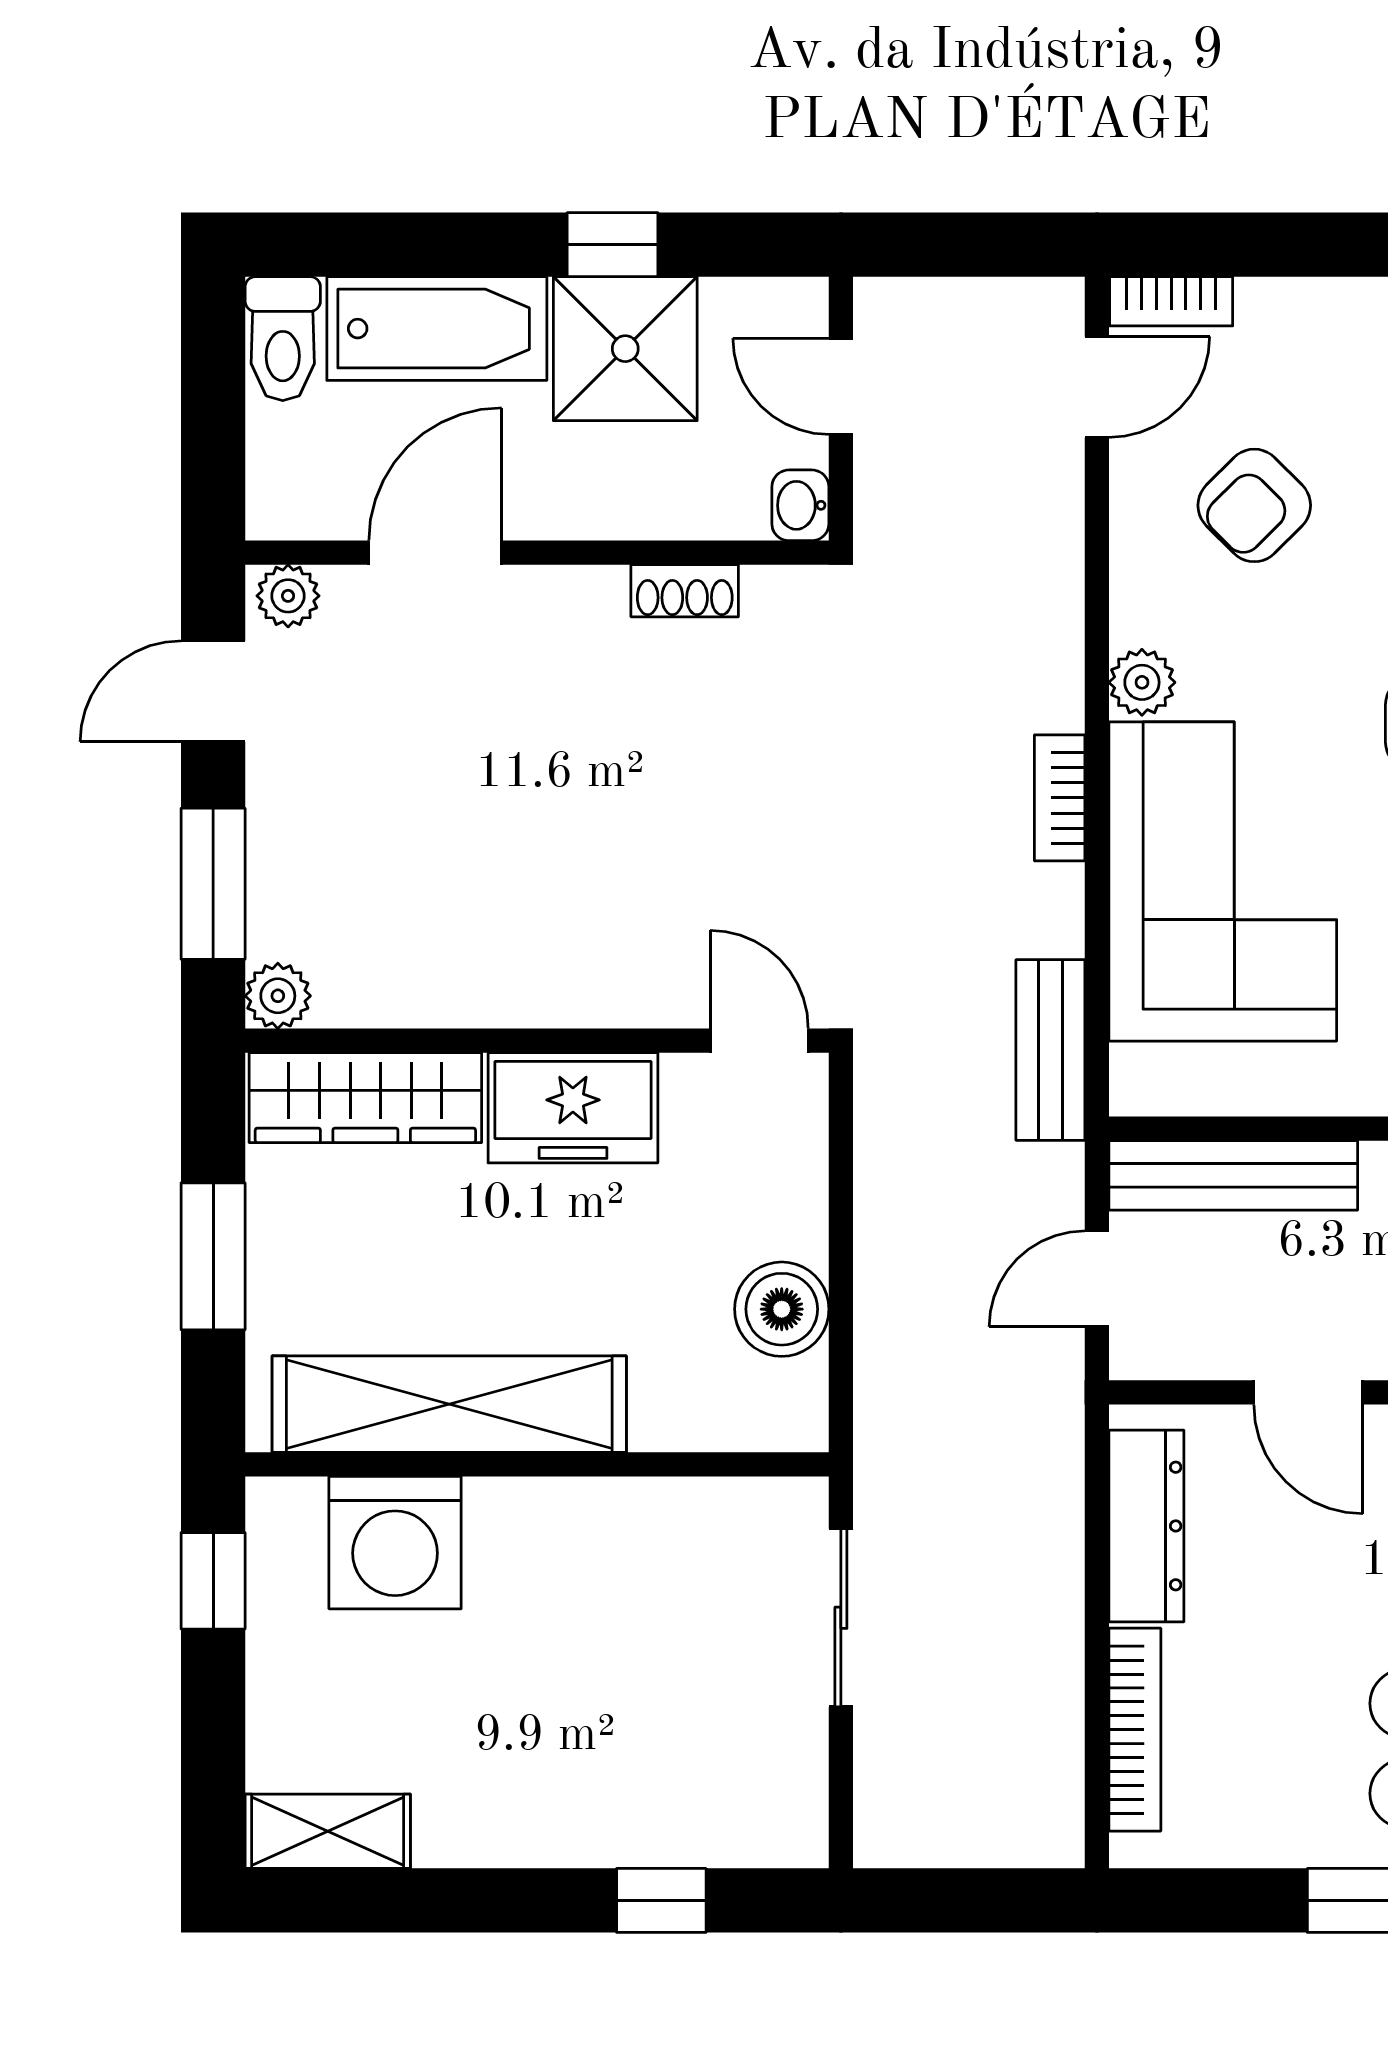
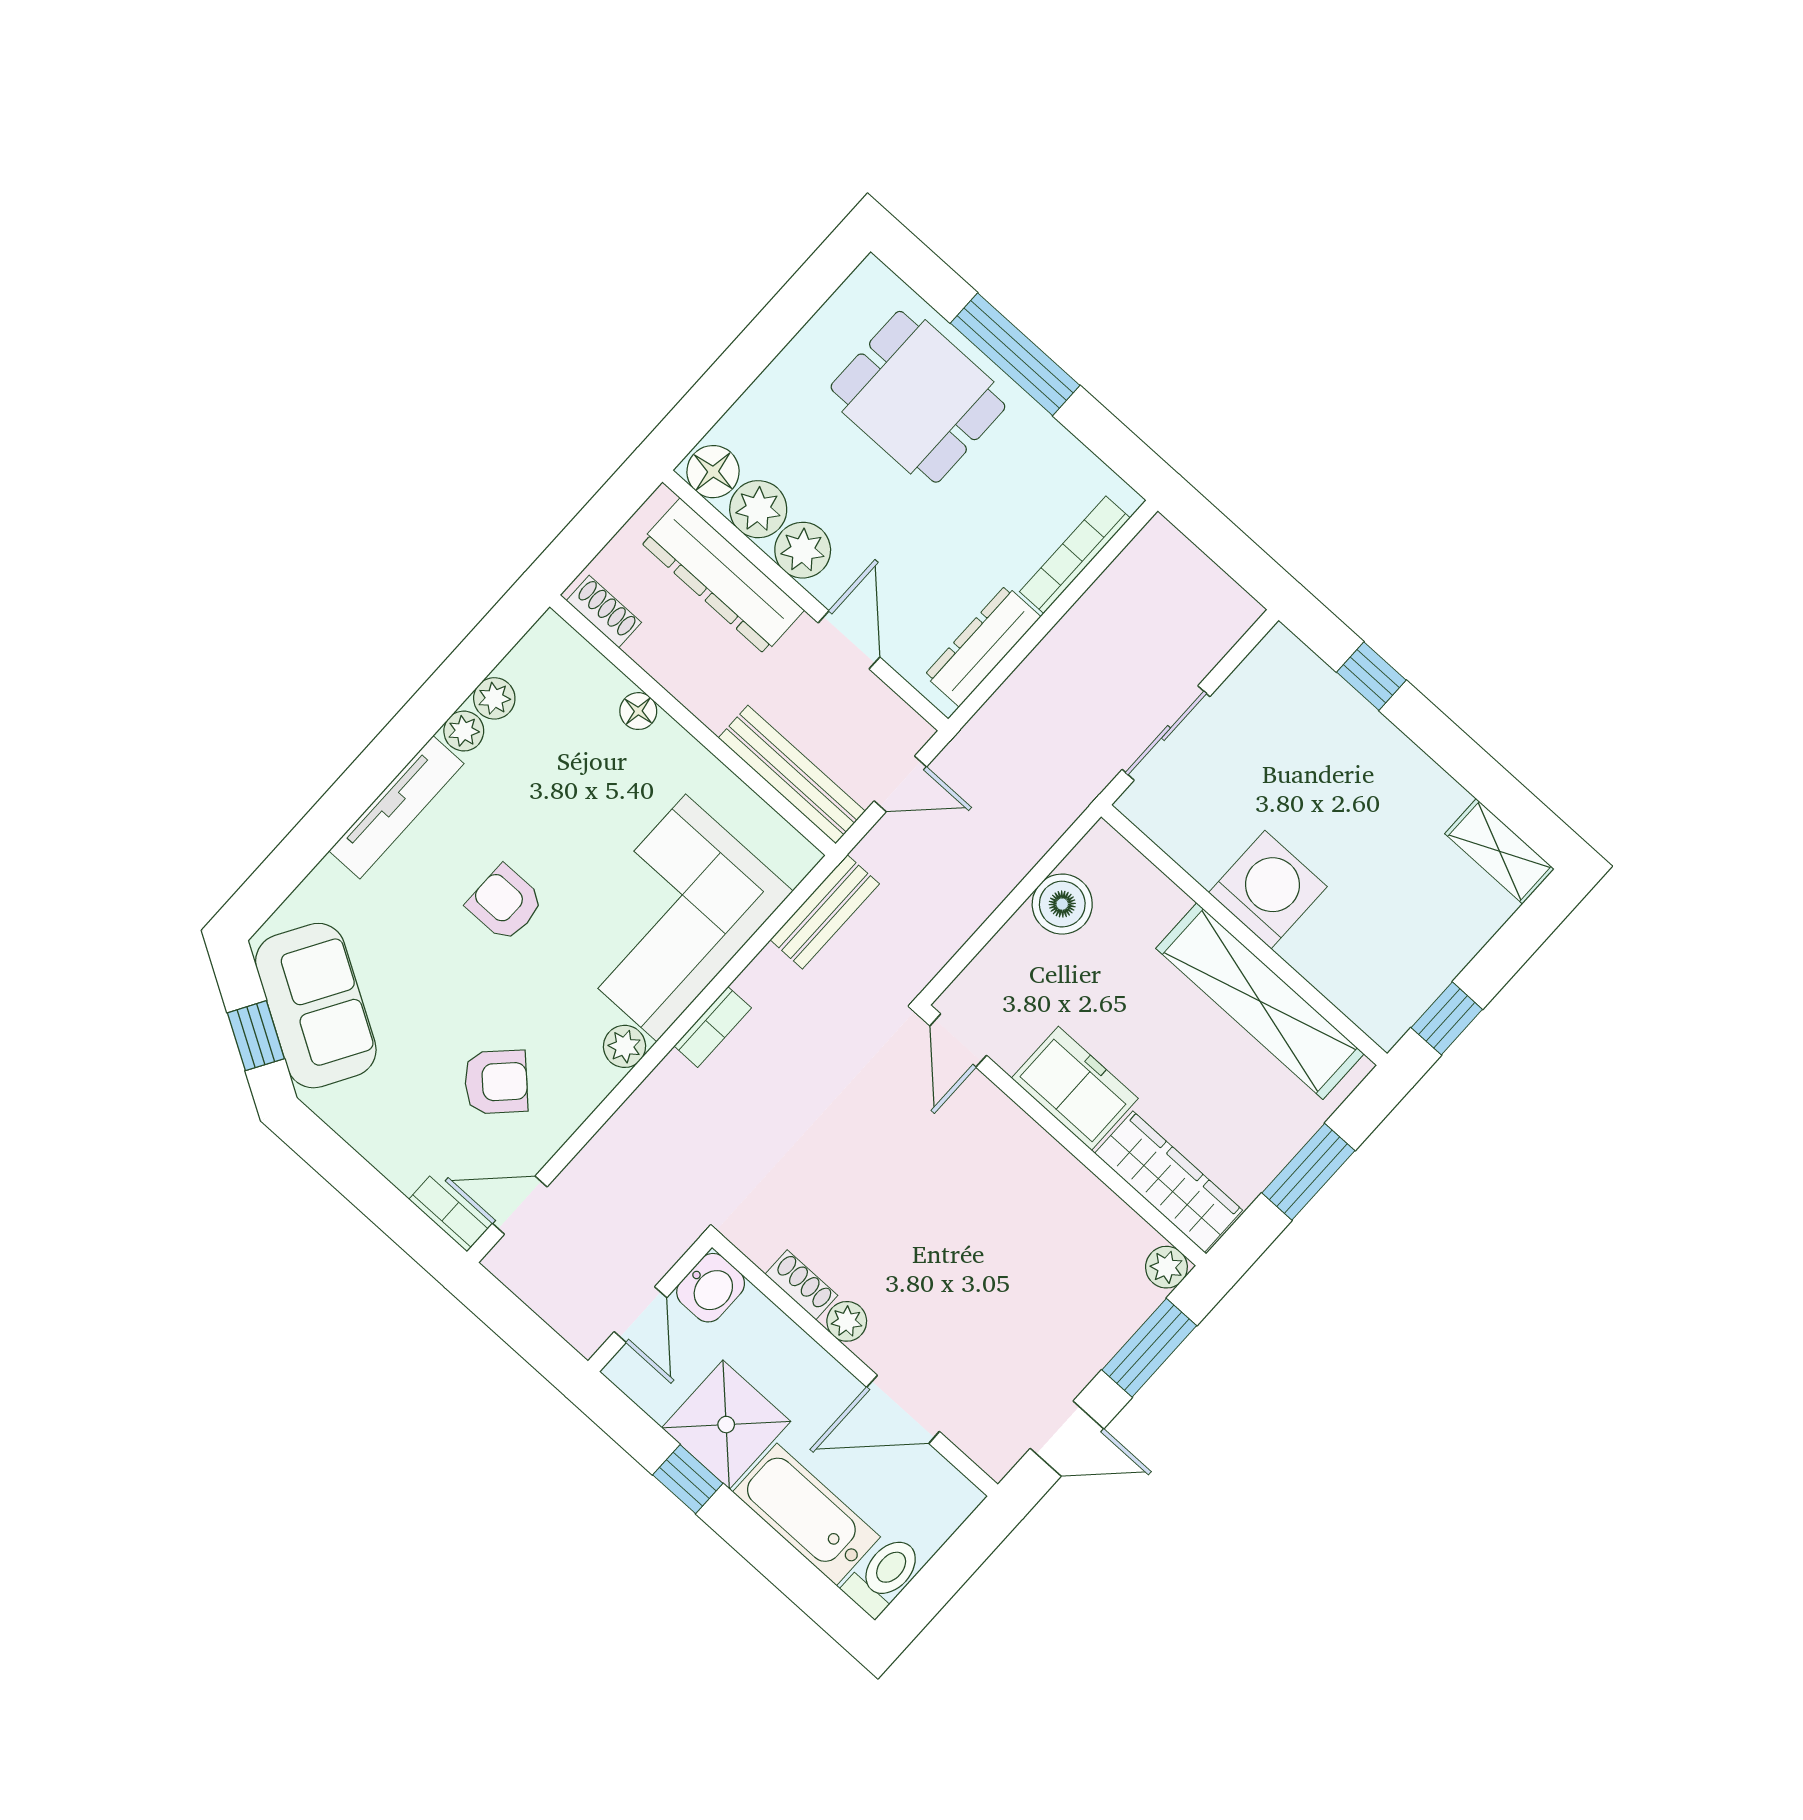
washbasin: (800, 505) -> (711, 1288), width x1.38, depth x1.45
plant: (288, 596) -> (847, 1321), moved
washing machine: (395, 1543) -> (1268, 890), moved

